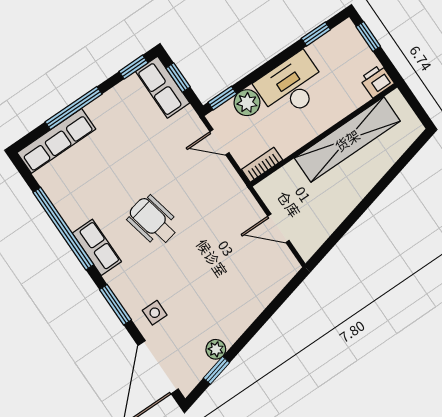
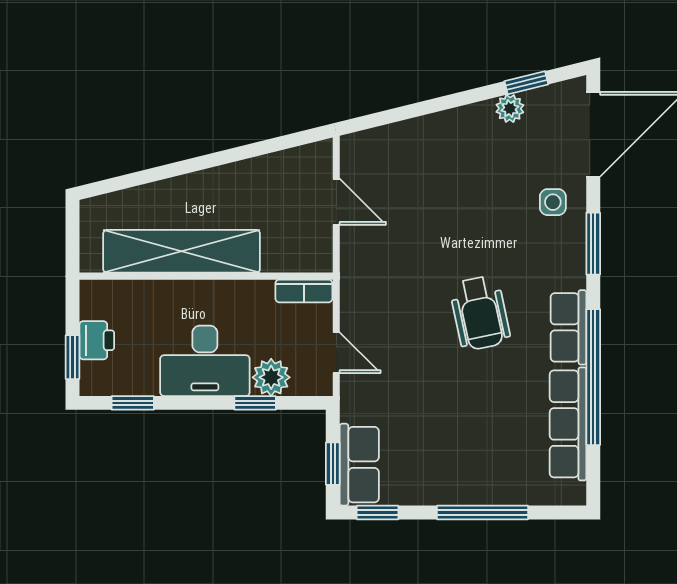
printer: (377, 81) -> (97, 340), moved, turned -90
window: (222, 98) -> (255, 403), moved
row of seats: (56, 141) -> (568, 424), moved, turned -90

